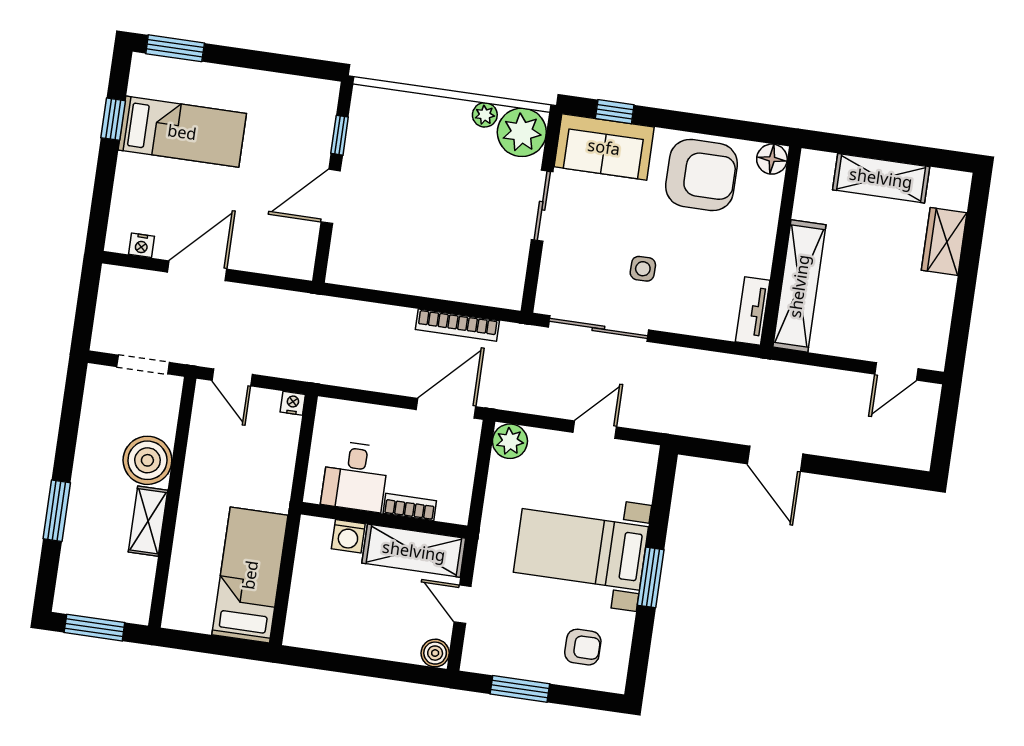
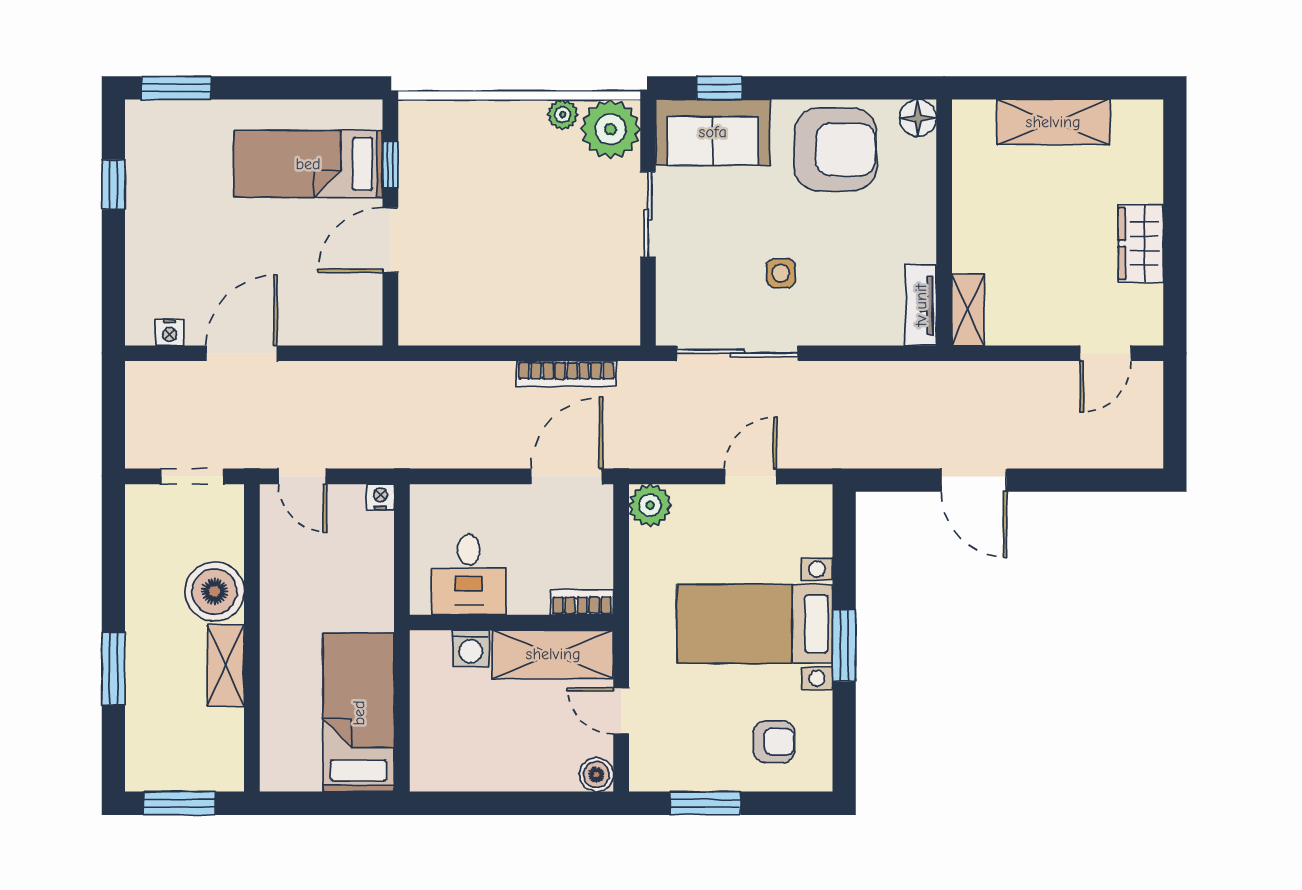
bed: (182, 132) -> (308, 164), moved, turned 180
wardrobe: (944, 241) -> (1141, 243), moved
shelving: (799, 286) -> (968, 310), width x0.45, depth x0.75
bookcase: (410, 507) -> (582, 602), moved

